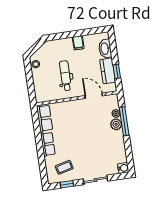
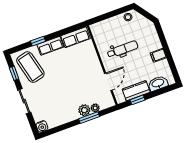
window: (124, 121) -> (89, 118), width x0.69
window: (41, 155) -> (38, 41), added
coffee table: (64, 167) -> (30, 67), width x1.86, depth x1.72

